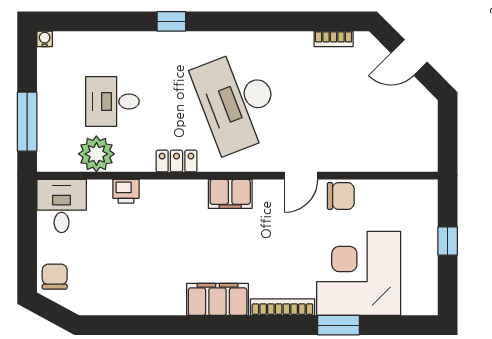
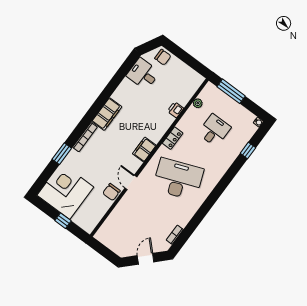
window: (171, 21) -> (248, 150), moved
plant: (96, 154) -> (198, 103), width x0.53, depth x0.53
desk: (62, 206) -> (143, 74), moved, turned 180
corner desk: (359, 273) -> (65, 191), moved, turned -90

